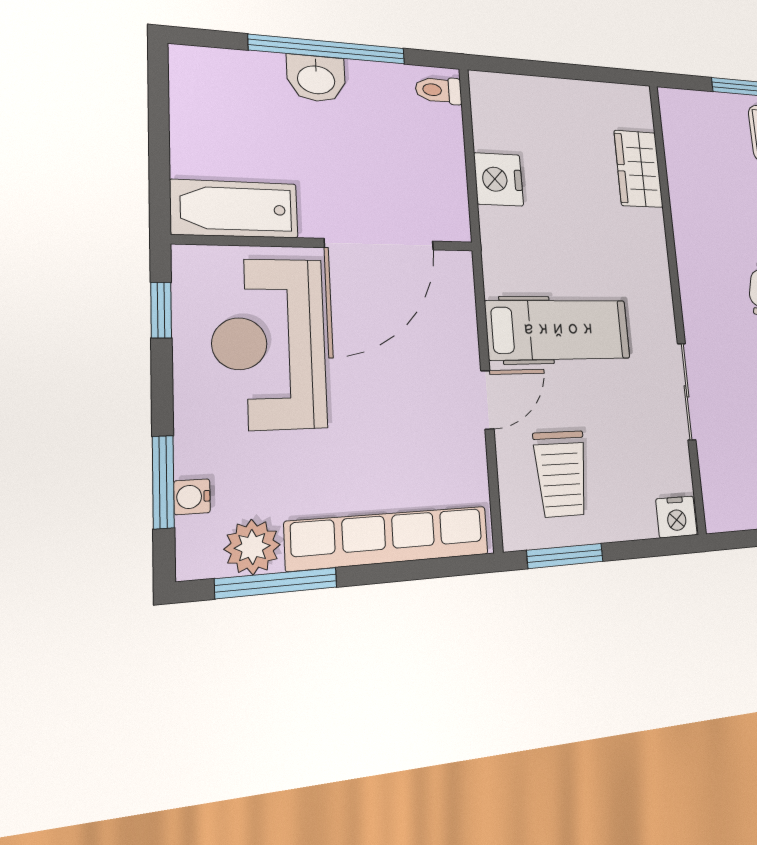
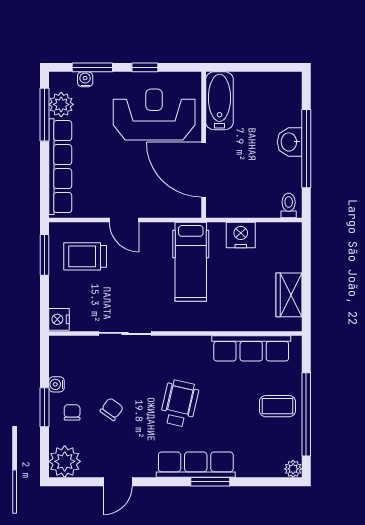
wardrobe: (638, 169) -> (289, 295), moved, turned -90
row of seats: (686, 171) -> (251, 348), added
window: (161, 310) -> (145, 67), moved
hospital bed: (558, 330) -> (191, 262), moved

